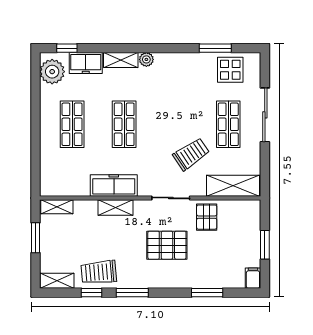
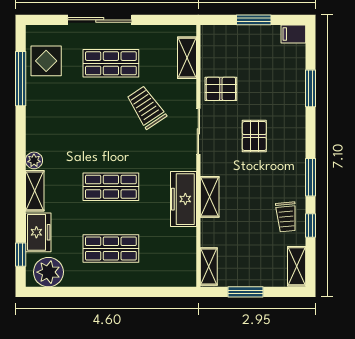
window: (215, 48) -> (21, 79), width x1.44
shelving: (233, 186) -> (187, 58), width x0.67, depth x0.75
pallet: (167, 245) -> (254, 136), width x0.67, depth x0.71
trolley: (99, 272) -> (286, 217), width x0.73, depth x0.72

